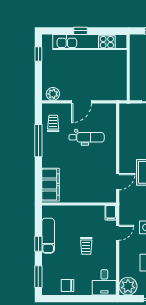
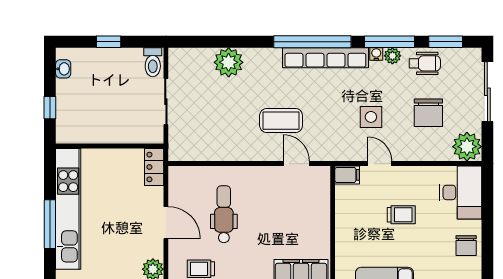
window: (81, 31) -> (50, 224), width x2.17
locker: (116, 95) -> (154, 167), added
desk: (104, 282) -> (461, 192), width x1.37

